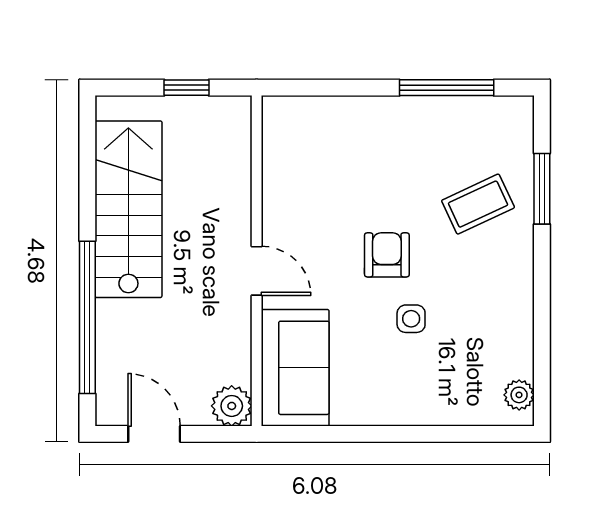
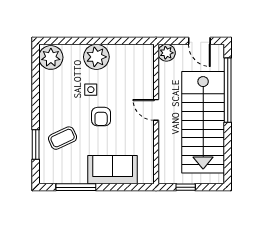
stairs: (128, 209) -> (203, 122), width x1.36, depth x1.51
sofa: (295, 368) -> (113, 170), moved, turned 90
plant: (519, 395) -> (51, 57), width x1.87, depth x1.87
plant: (398, 396) -> (96, 57), added

